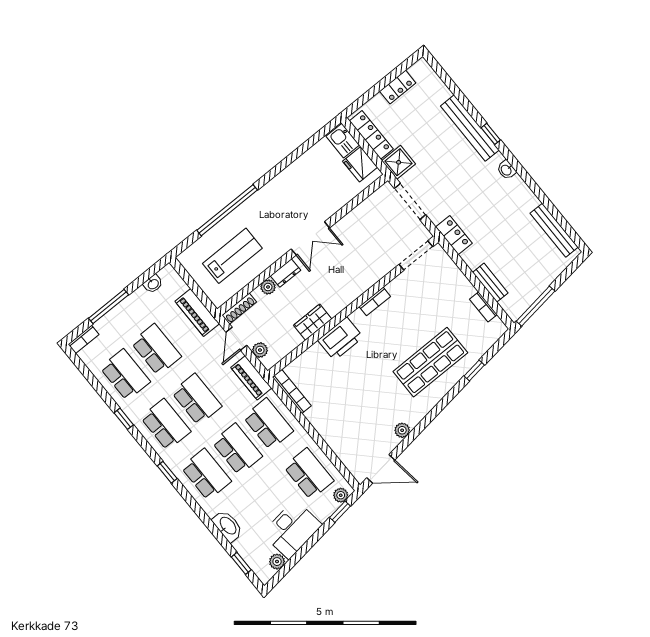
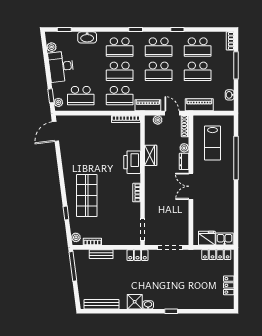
bench: (470, 128) -> (182, 304), removed
shower: (399, 162) -> (135, 302), moved
plant: (402, 430) -> (76, 237), moved

